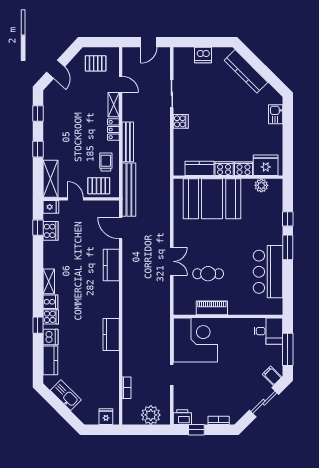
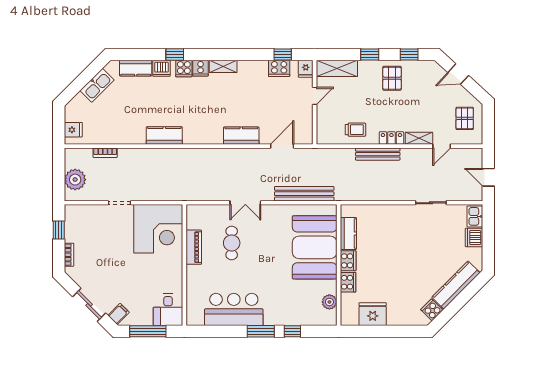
kitchen sink: (276, 114) -> (475, 216), moved, turned -90
cooker: (181, 121) -> (432, 310), moved, turned 135
fridge: (266, 165) -> (373, 314), moved, turned -90
pallet: (99, 186) -> (392, 78), moved
bench: (129, 190) -> (304, 194), moved
printer: (182, 417) -> (73, 214), removed

